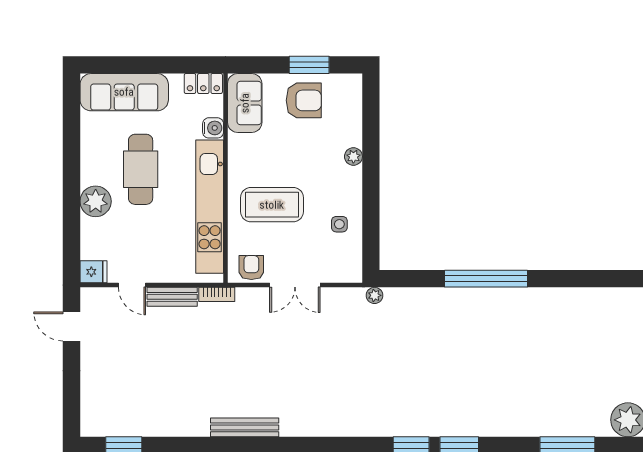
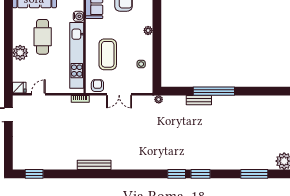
coffee table: (272, 205) -> (108, 54), turned 90
door: (132, 285) -> (38, 94), swing flipped
bench: (172, 297) -> (199, 100), moved

